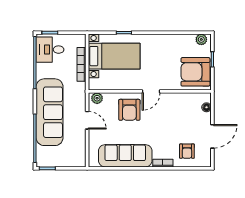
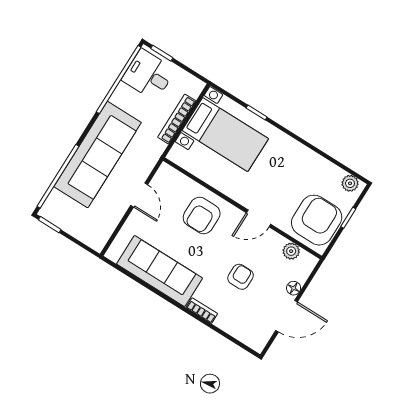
armchair: (195, 72) -> (317, 220), turned 90
door: (151, 91) -> (259, 218), moved
plant: (97, 98) -> (291, 251), moved
floor lamp: (207, 107) -> (294, 288), moved
armchair: (187, 151) -> (241, 277), moved, turned 180

